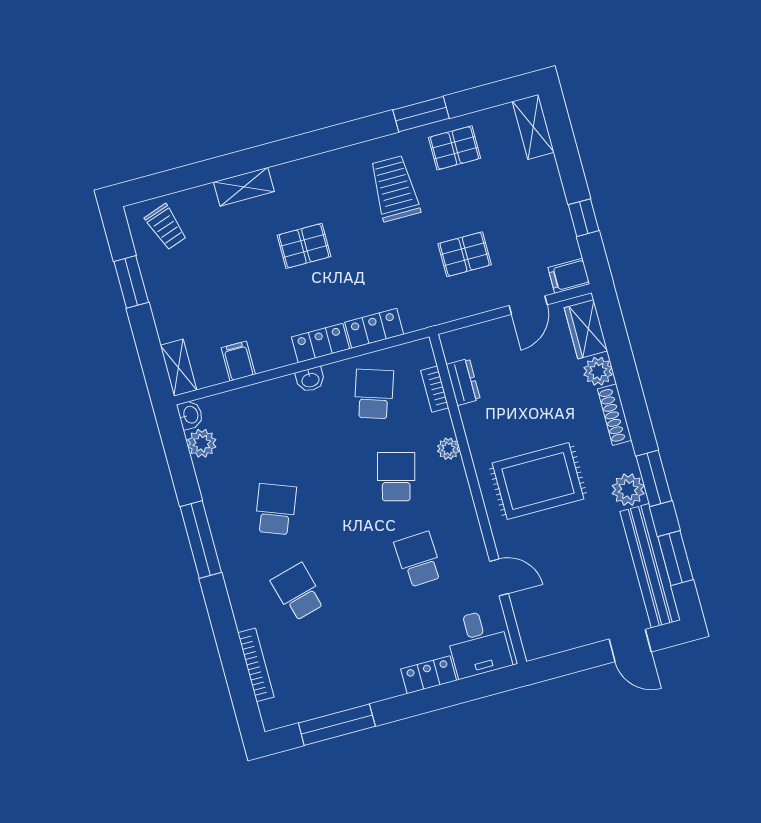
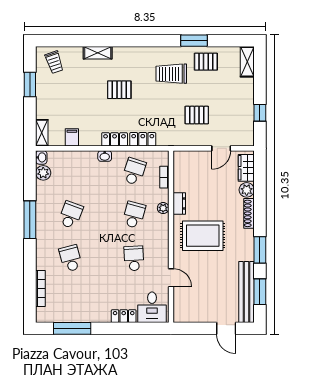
trolley: (395, 188) -> (171, 74), turned -90
filing cabinet: (569, 276) -> (245, 139), removed
dresser: (463, 382) -> (179, 204), moved
plant: (628, 490) -> (246, 252), removed

